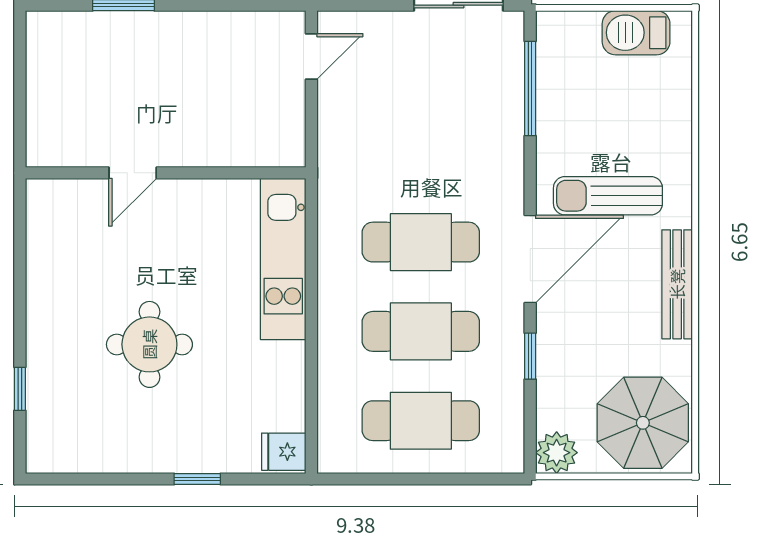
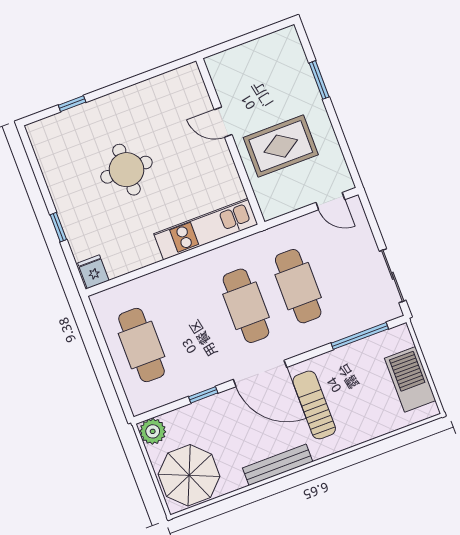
barbecue: (636, 33) -> (410, 379), width x1.37, depth x1.21
rug: (201, 100) -> (281, 146), added
cafe table: (421, 331) -> (298, 286), moved

